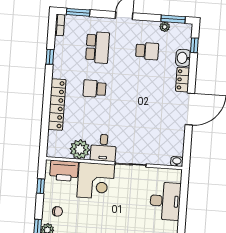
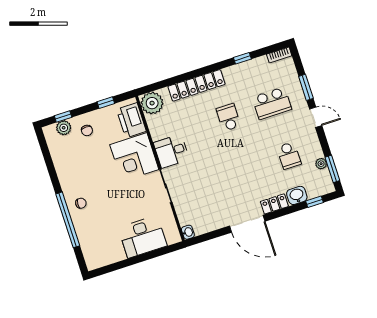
window: (78, 12) -> (306, 87), moved
plant: (80, 149) -> (152, 103), moved

